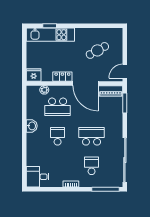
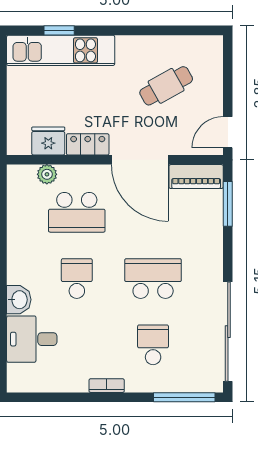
fridge: (34, 75) -> (48, 141), moved
washbasin: (32, 126) -> (19, 300), moved
desk: (38, 177) -> (32, 339), moved

